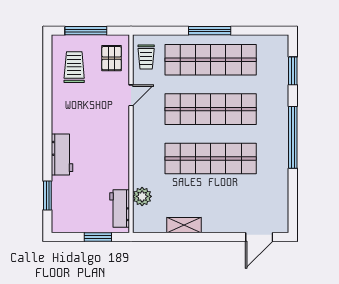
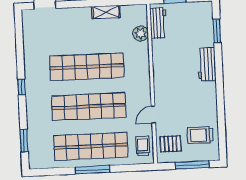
pallet: (112, 58) -> (171, 144), turned 90
trolley: (74, 67) -> (200, 135), turned 90
window: (293, 137) -> (22, 87), width x0.32

